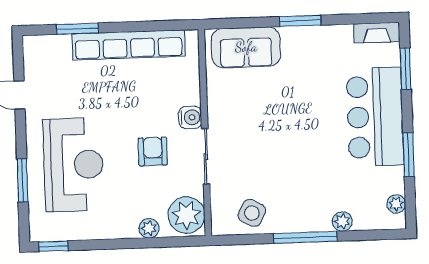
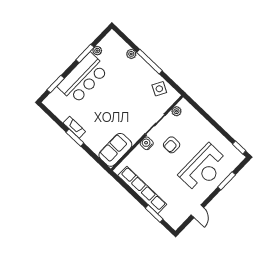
fireplace: (377, 33) -> (74, 127), moved
sofa: (246, 47) -> (115, 150), moved, turned -90
reception desk: (73, 165) -> (203, 168), turned 180
plant: (396, 204) -> (97, 51), moved
plant: (186, 215) -> (176, 111), width x0.53, depth x0.53
plant: (149, 228) -> (200, 120), removed

